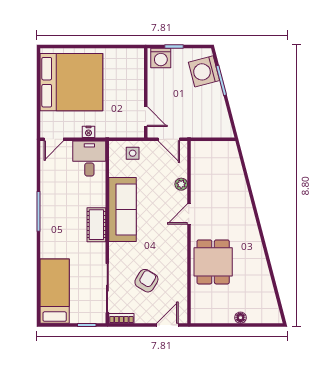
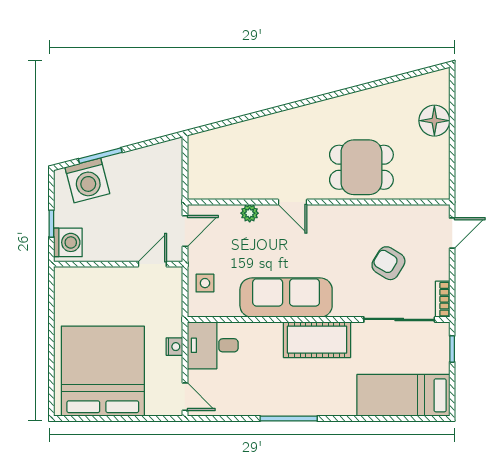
cot: (96, 225) -> (317, 340), width x1.37, depth x1.34
floor lamp: (240, 318) -> (434, 121), width x1.89, depth x1.89
door: (167, 325) -> (452, 233), swing flipped

